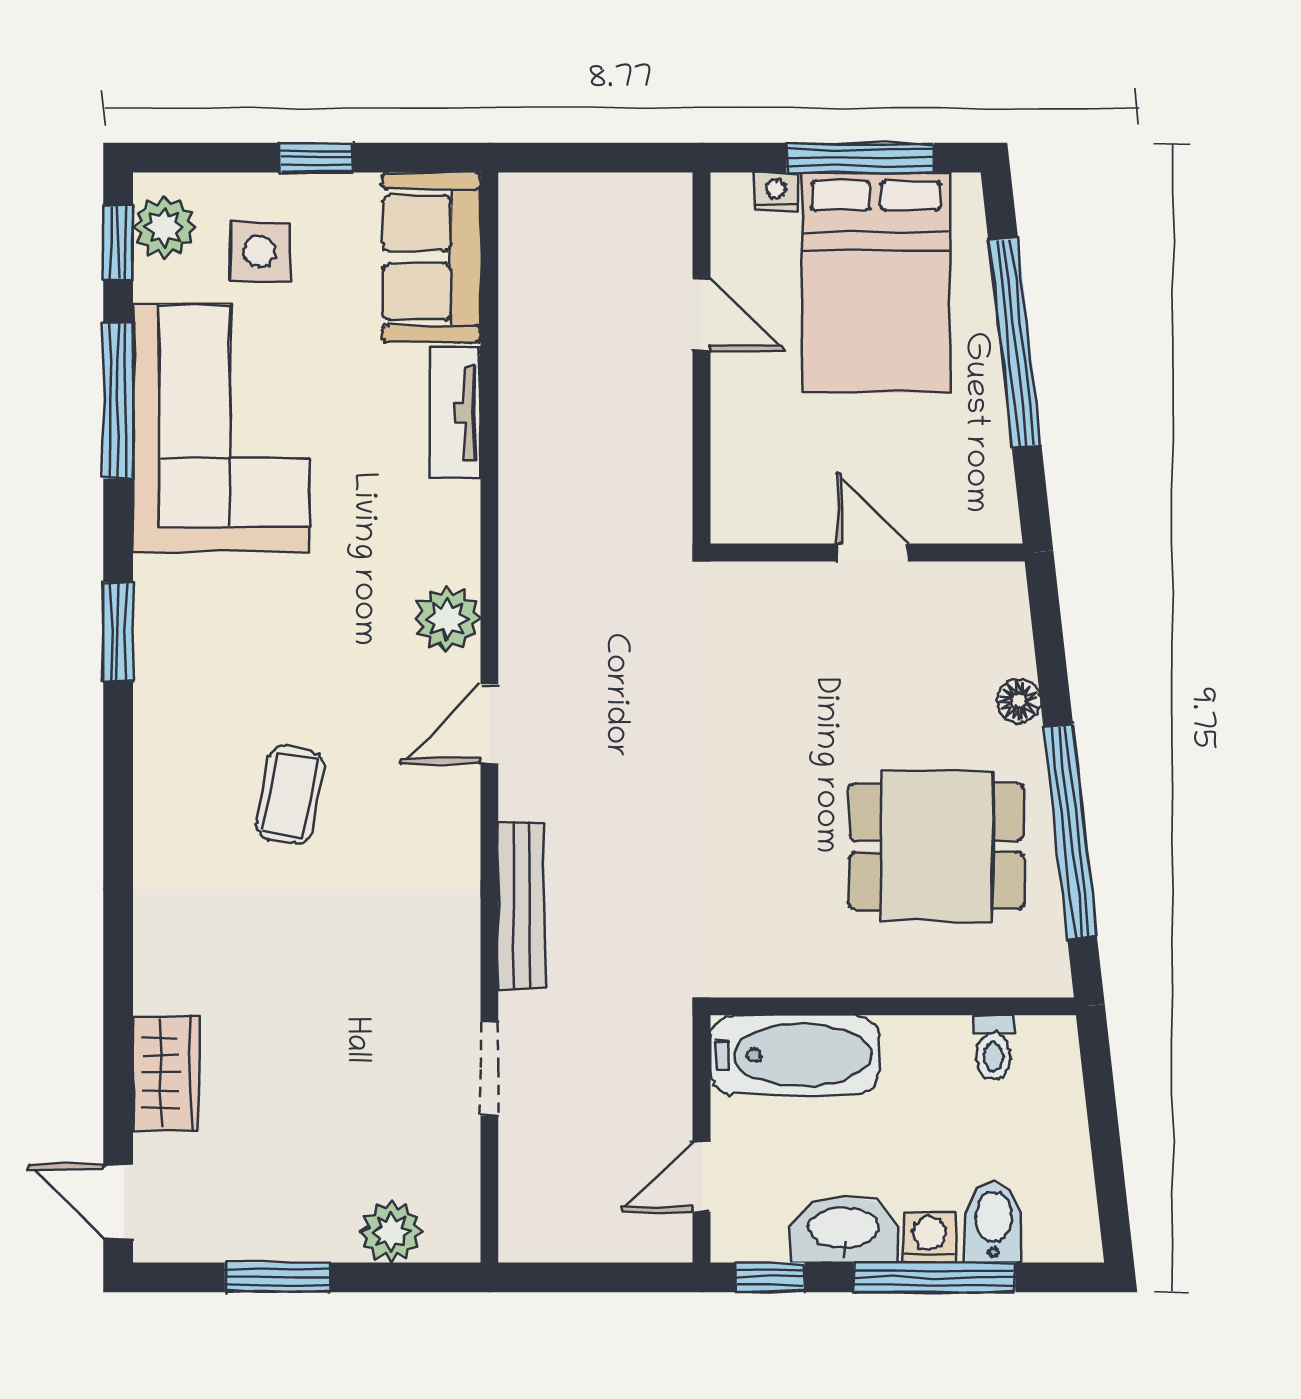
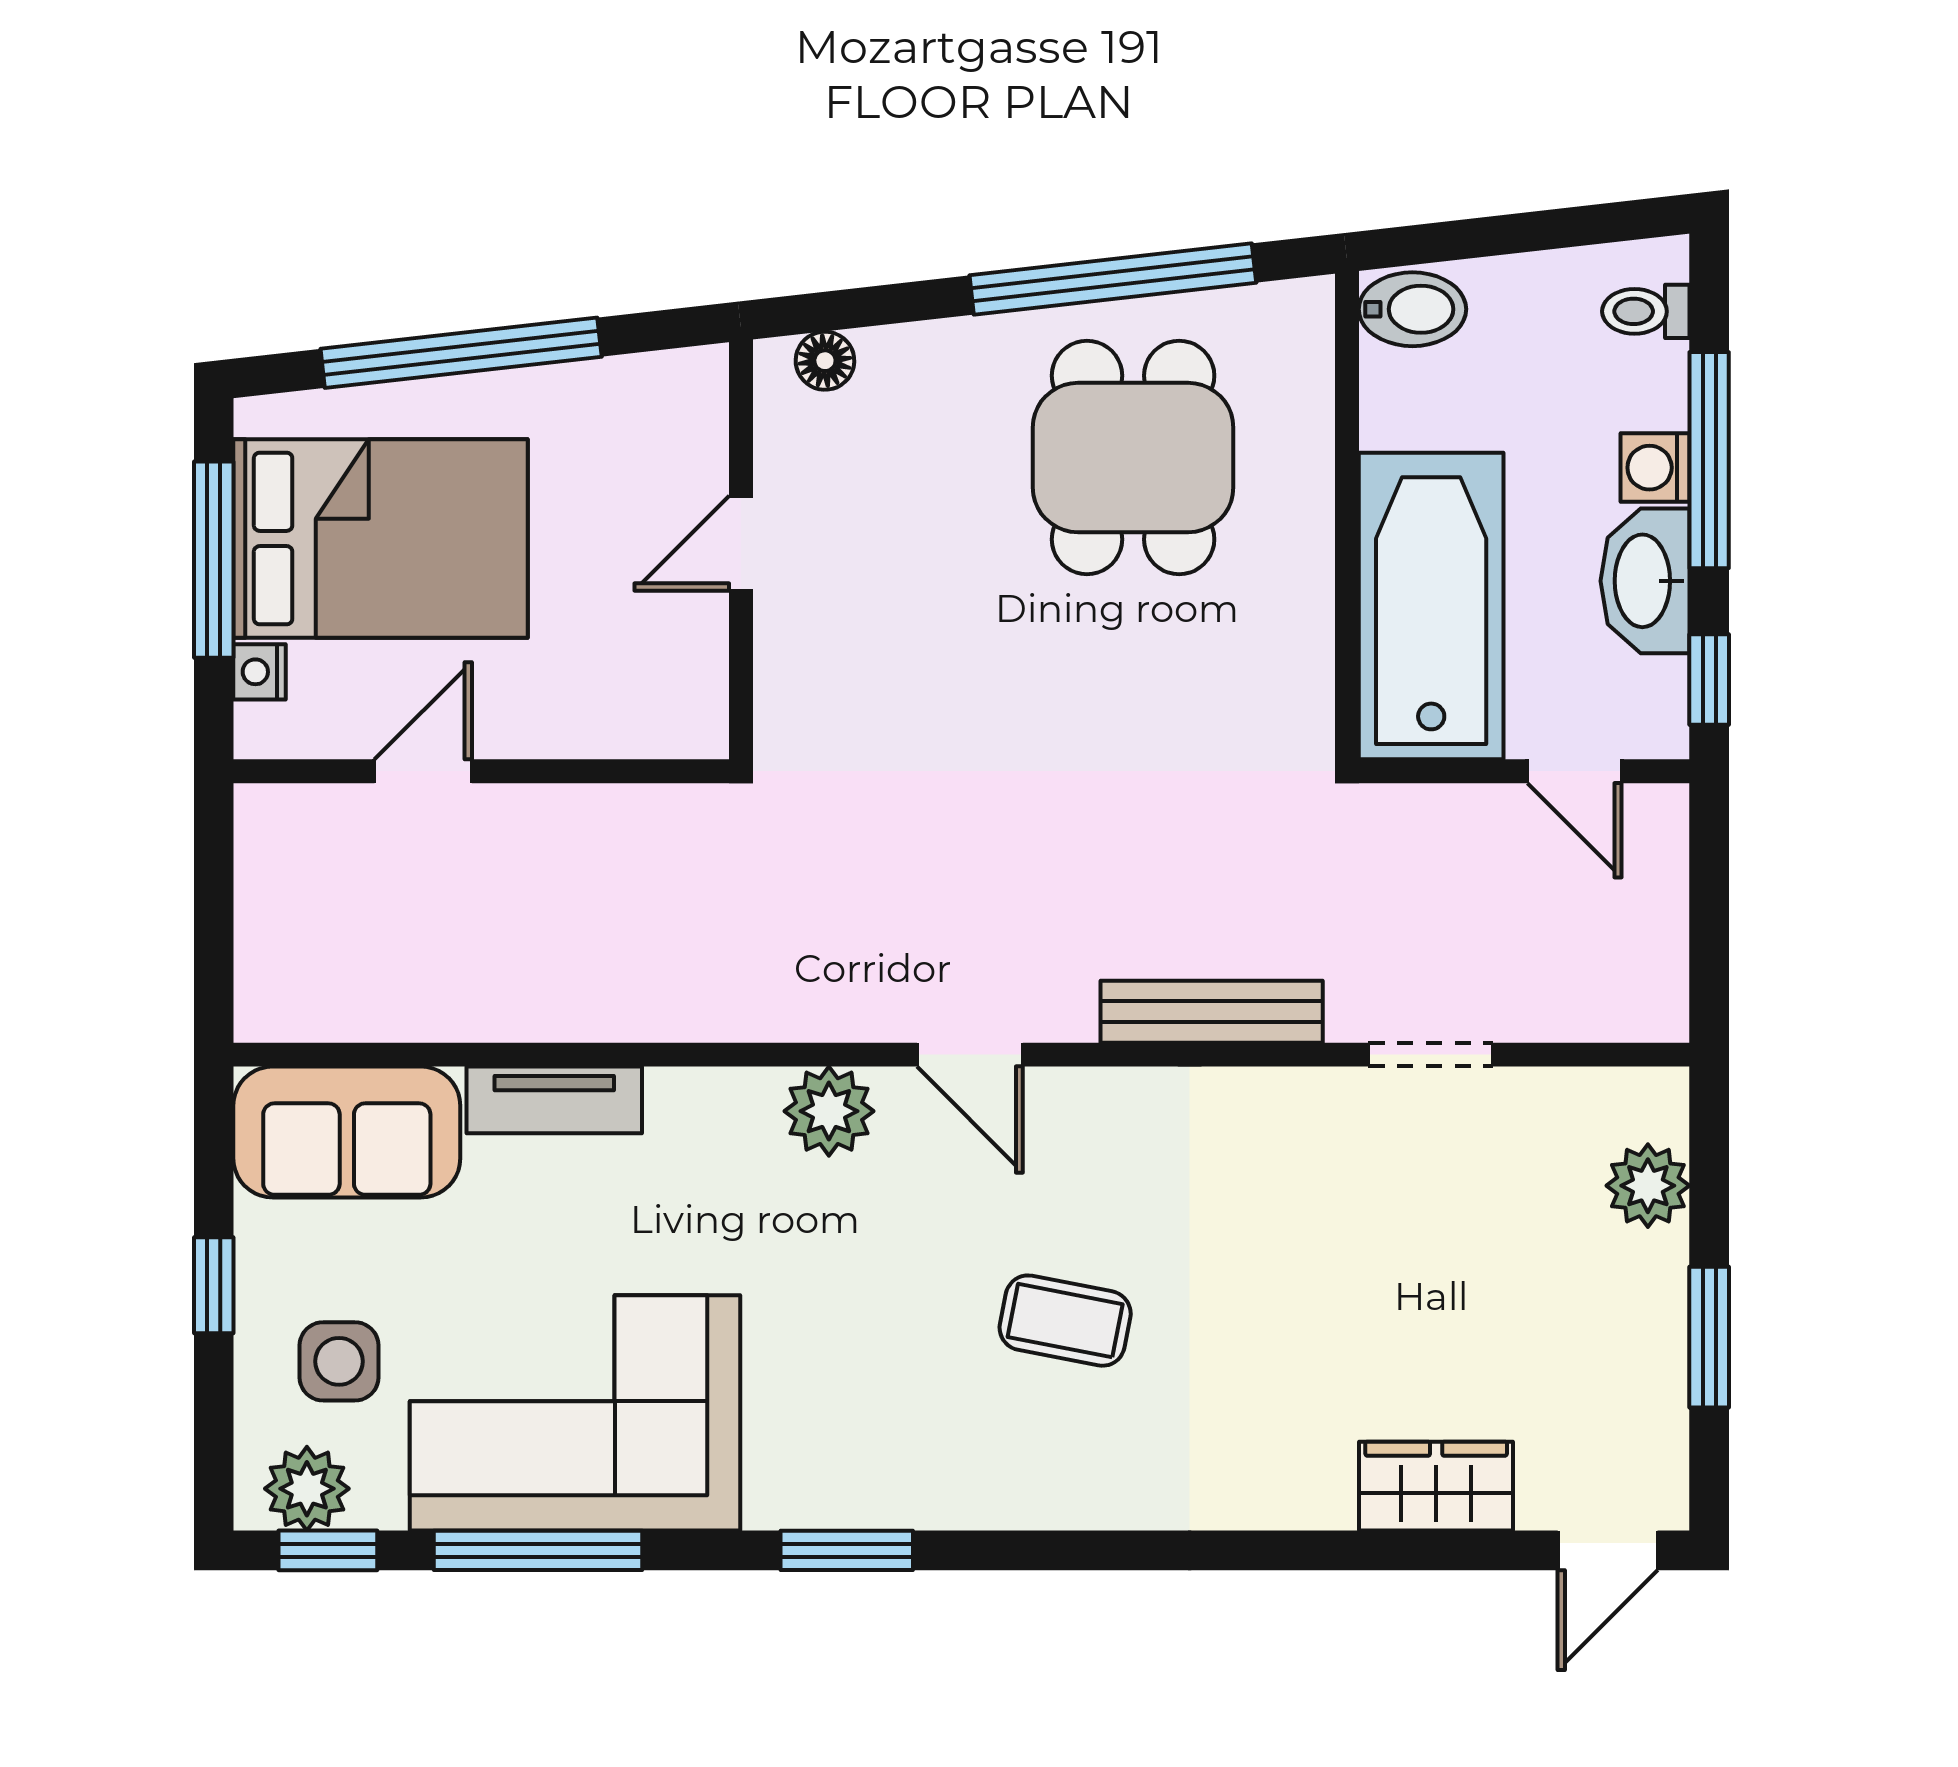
floor lamp: (1019, 701) -> (825, 361), moved
toilet: (993, 1048) -> (1646, 311), moved, turned 180
bathtub: (795, 1055) -> (1431, 606), width x1.36, depth x1.36
bidet: (993, 1223) -> (1412, 309), moved, turned 180

